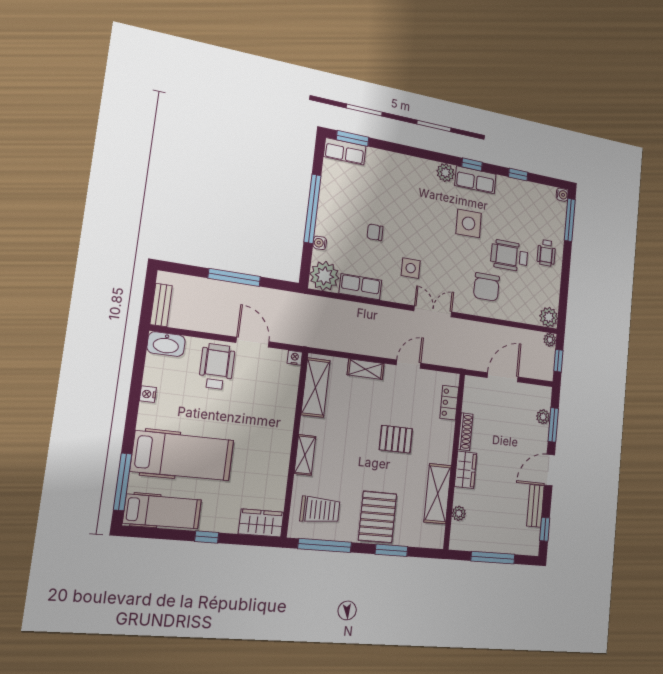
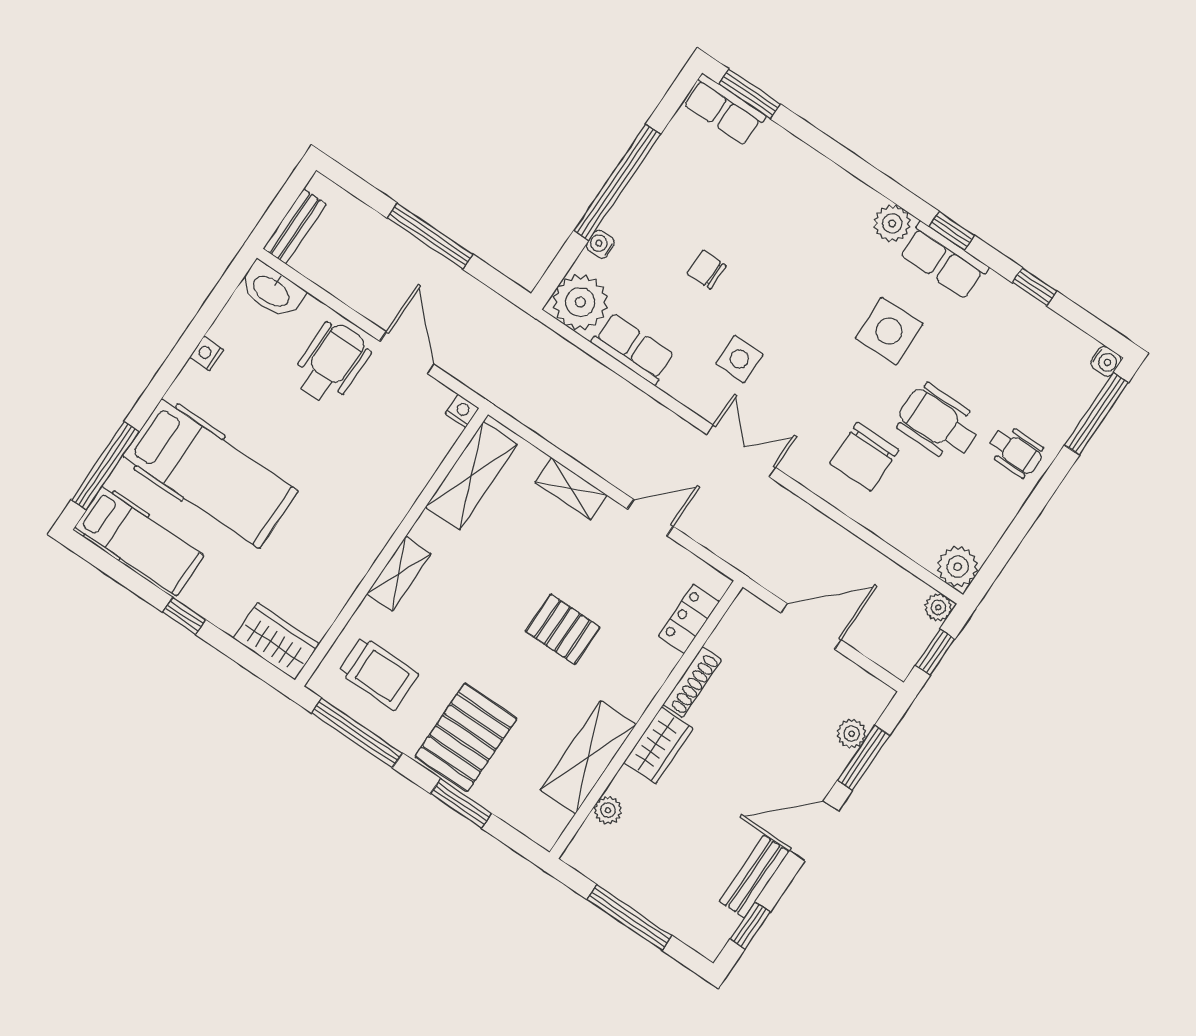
wheelchair: (546, 253) -> (1015, 451), turned -90

